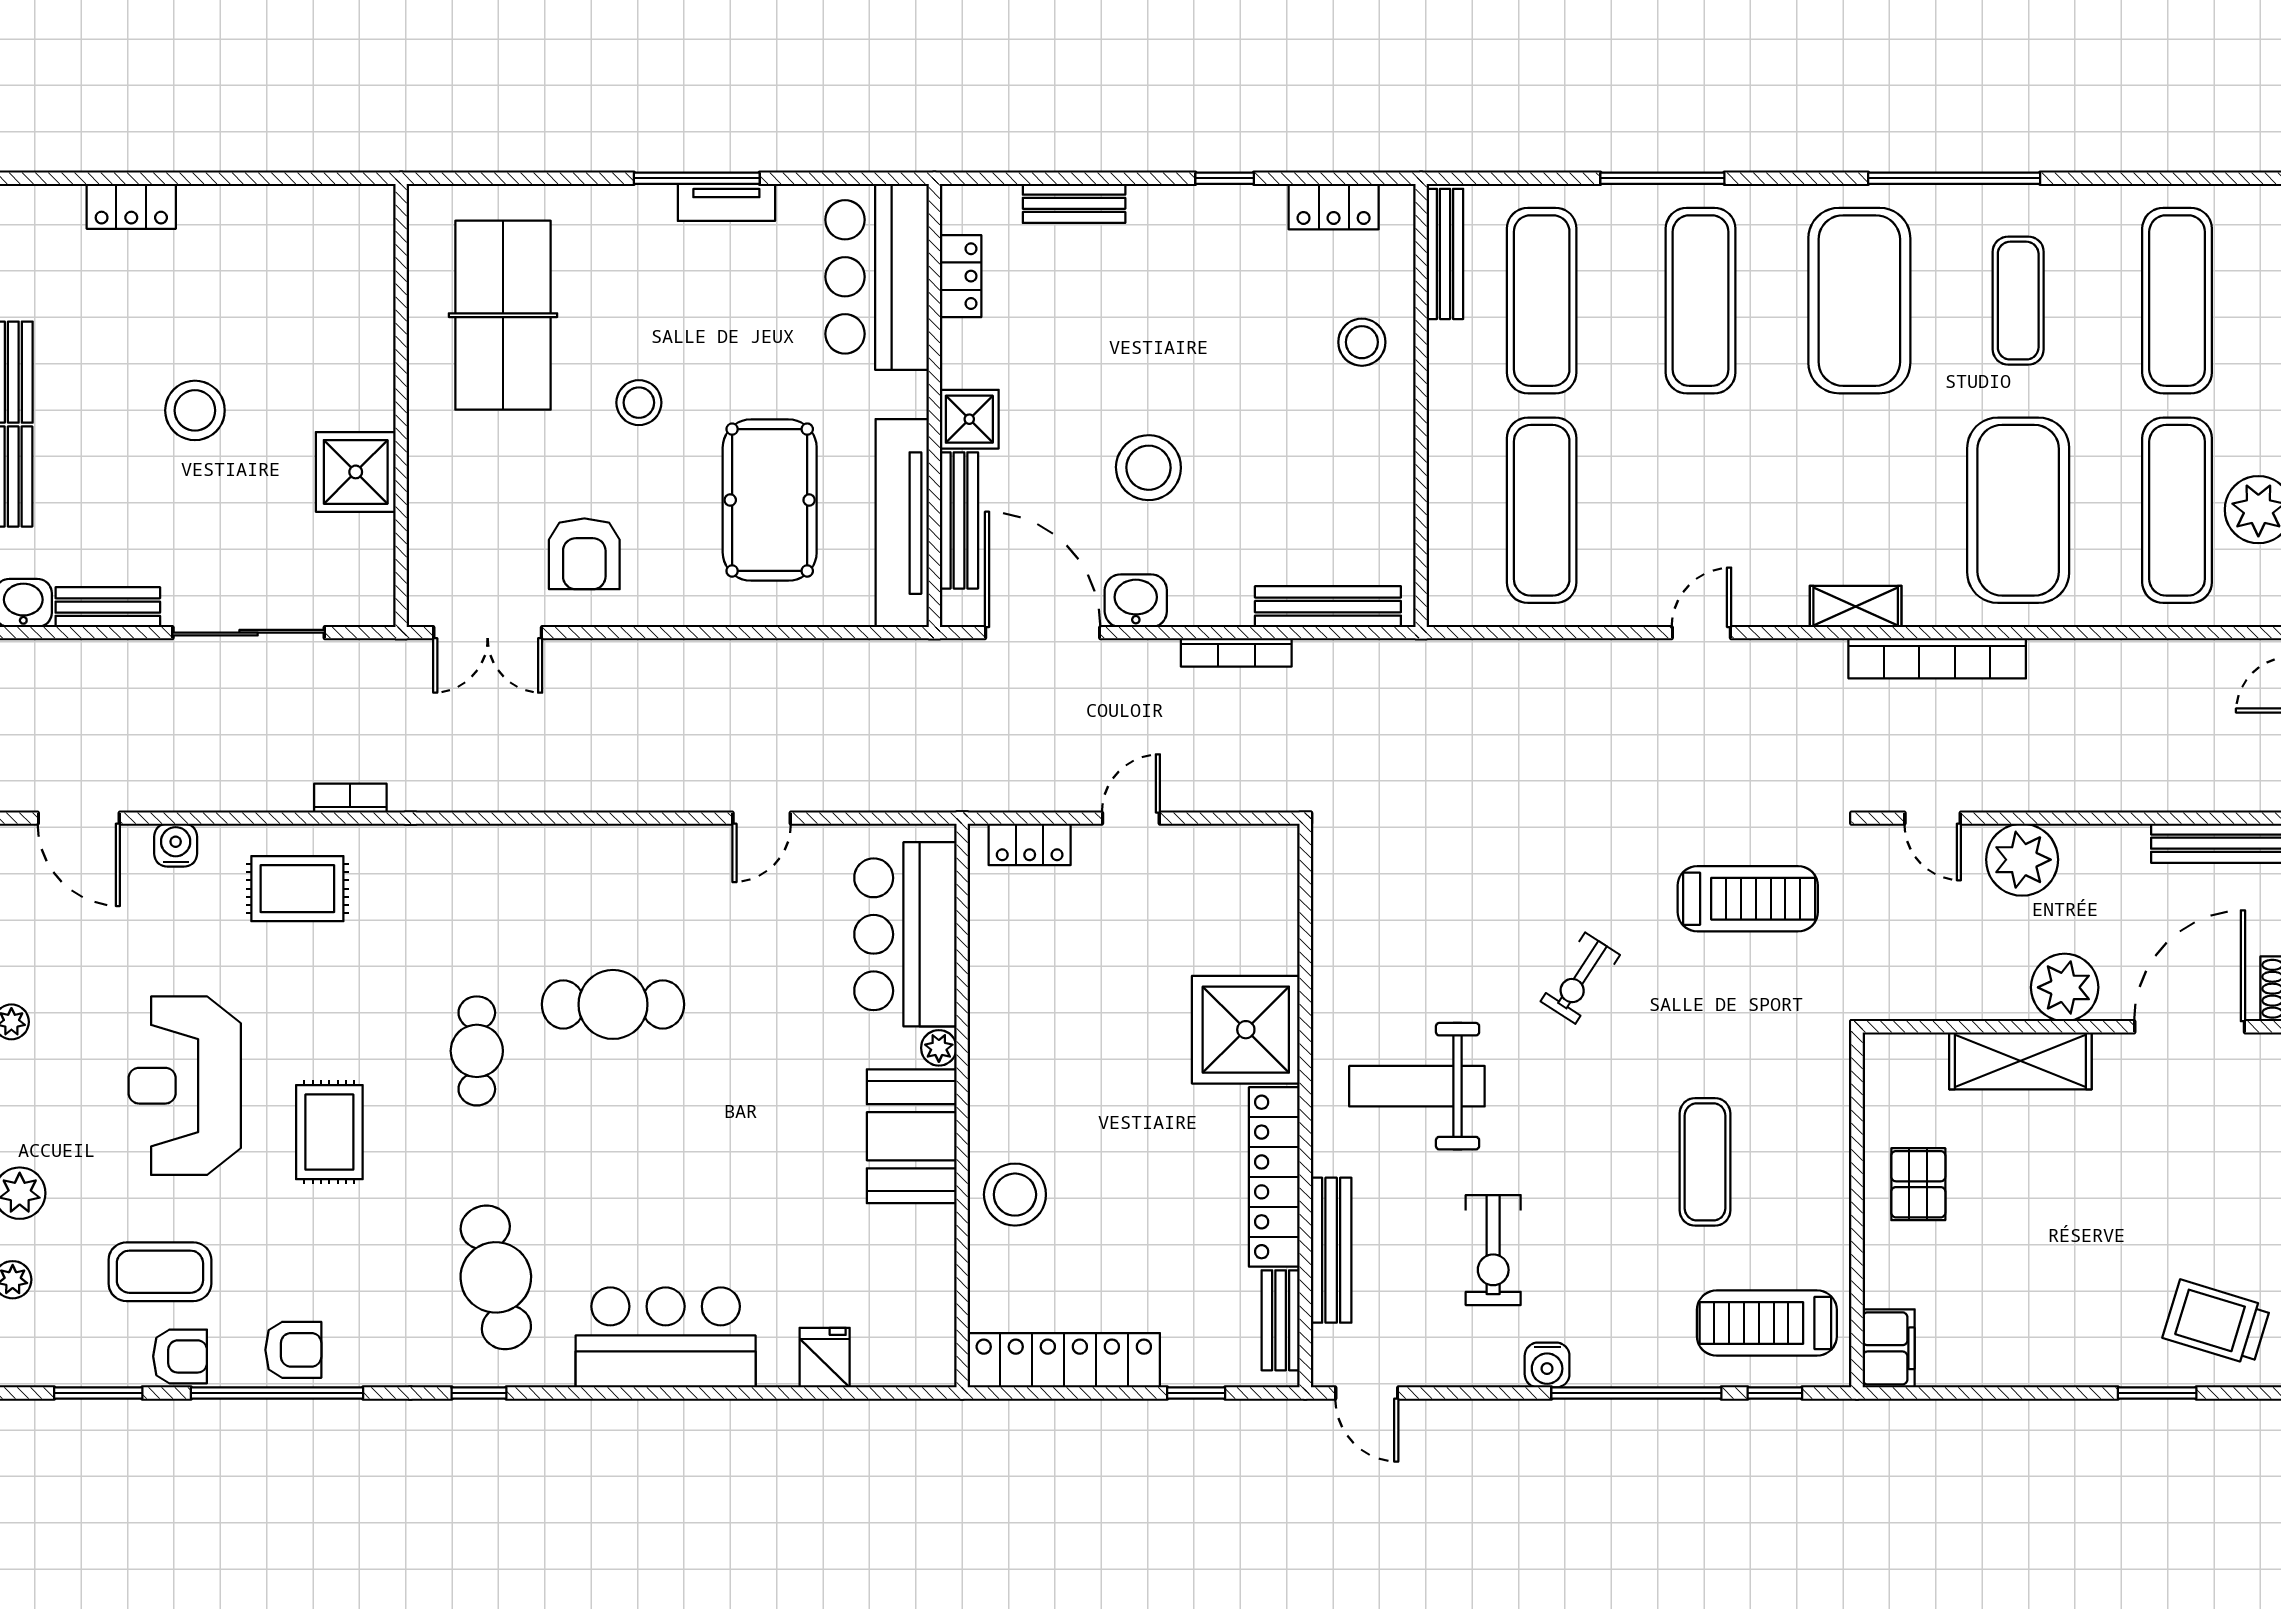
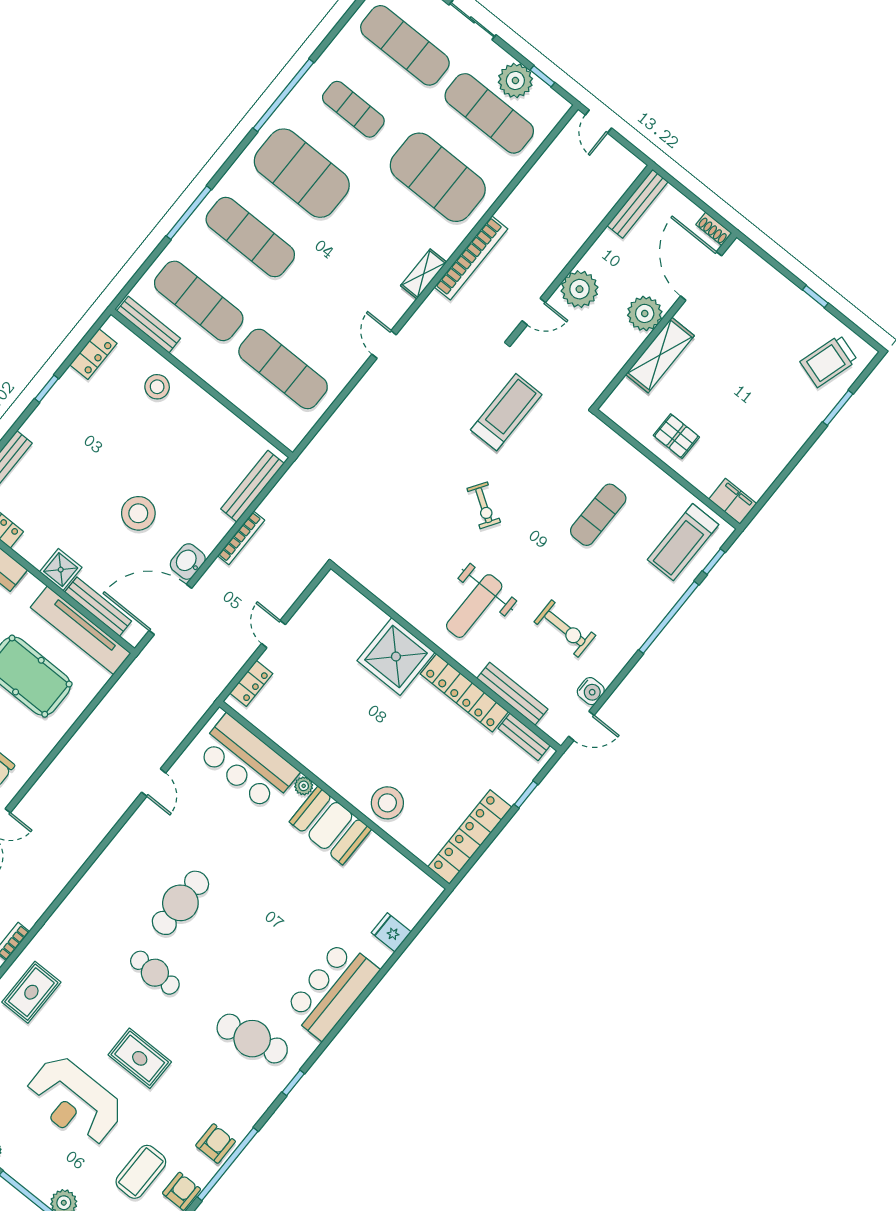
exercise mat: (1705, 1162) -> (598, 515), turned 90
water cooler: (1547, 1365) -> (591, 691), moved

